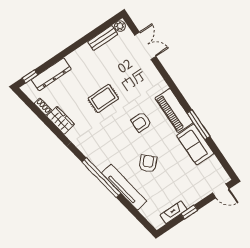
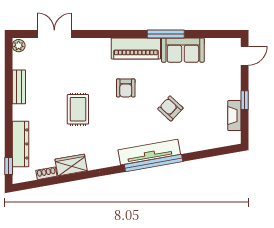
bench: (103, 38) -> (19, 87), moved
tv unit: (124, 187) -> (149, 152), moved

